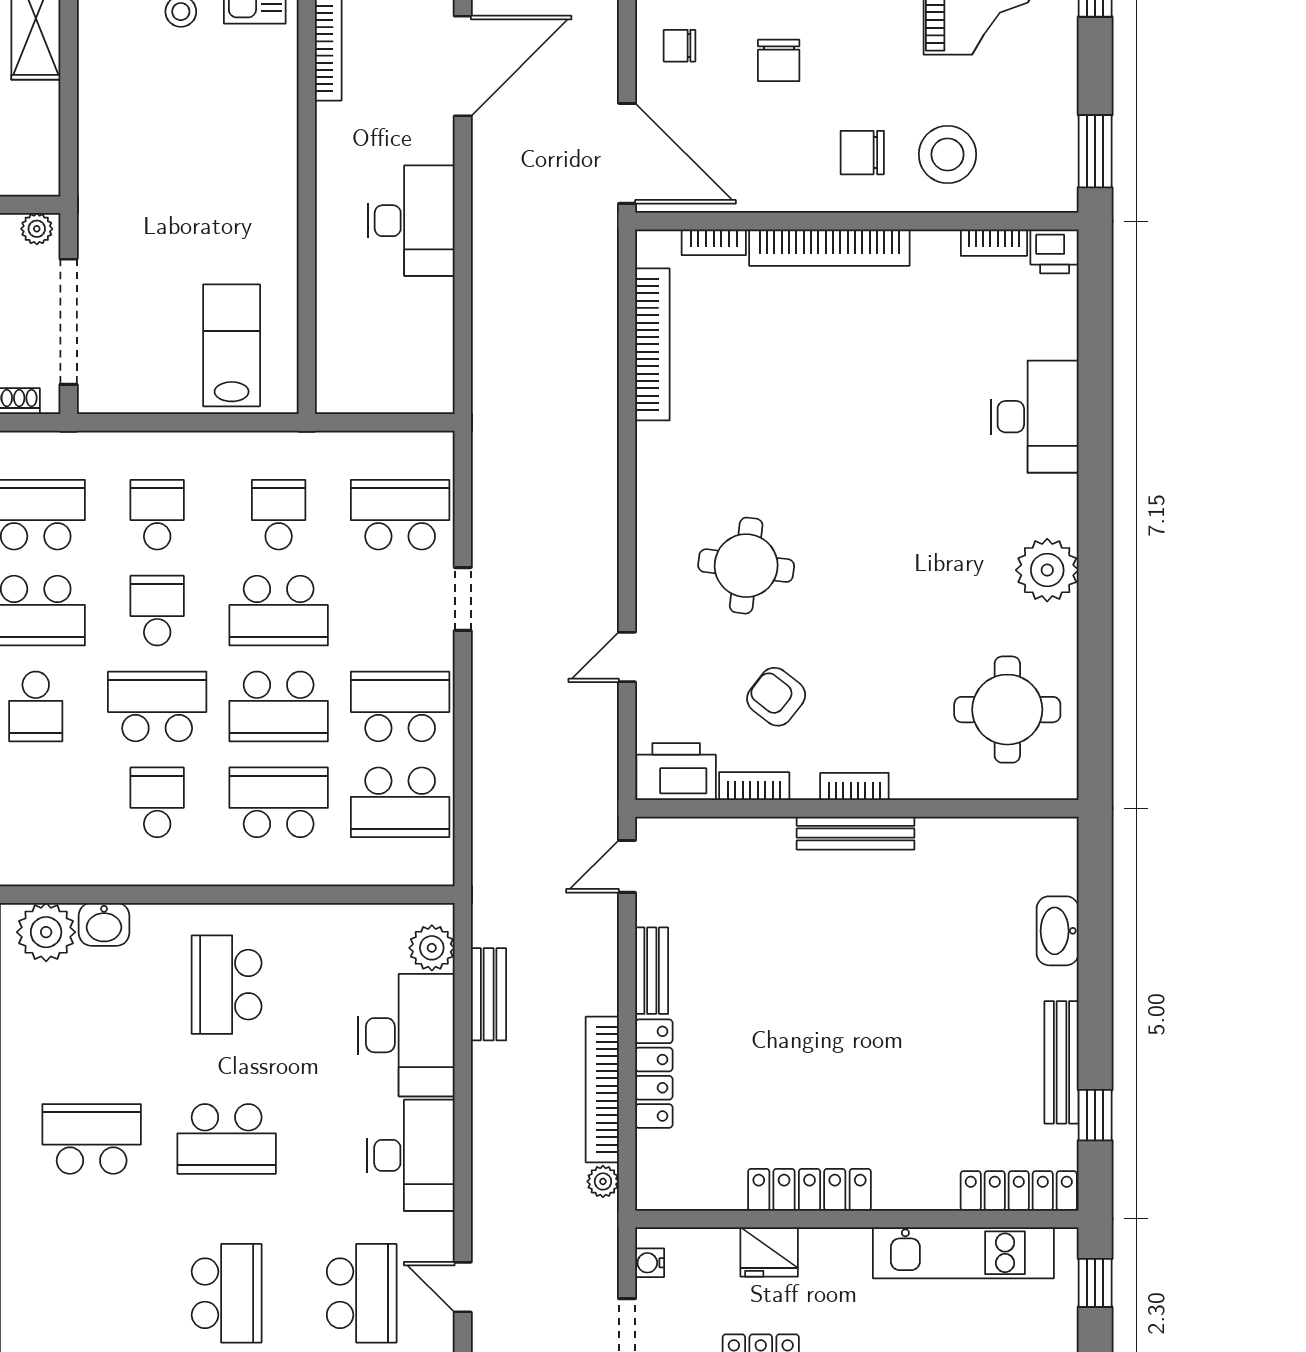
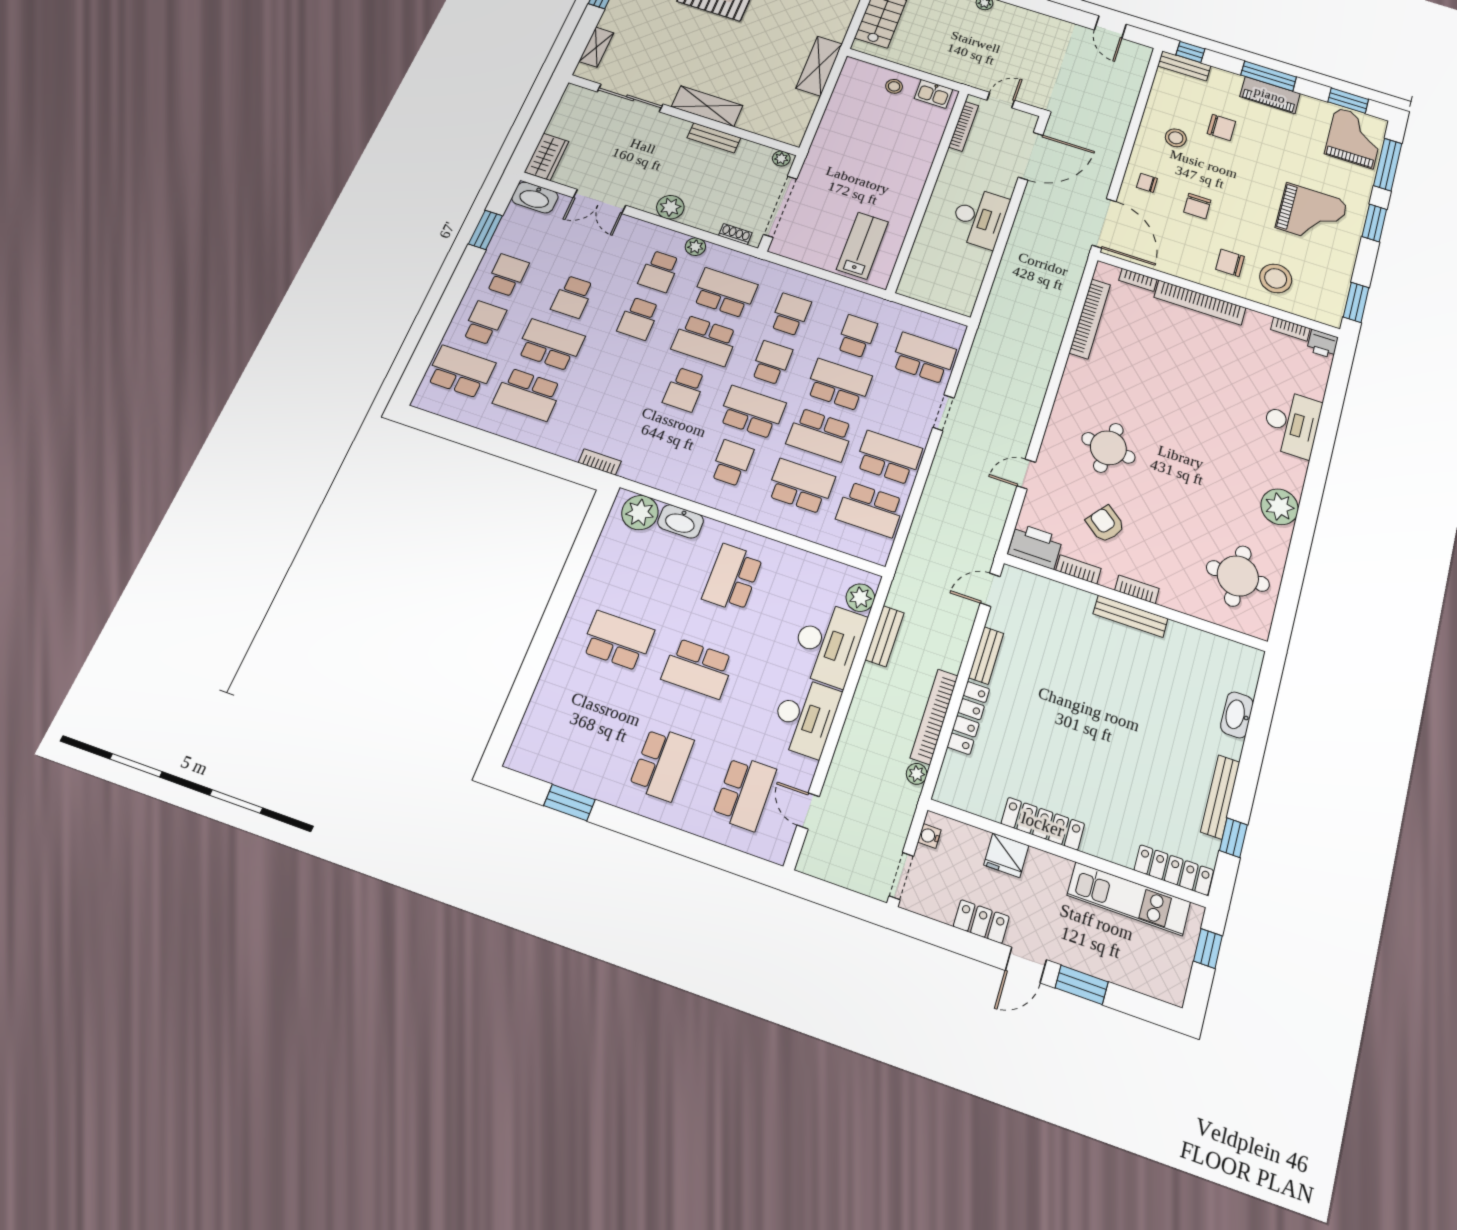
school desk: (279, 611) -> (839, 385), turned 180
washbasin: (104, 924) -> (681, 521), width x1.38

